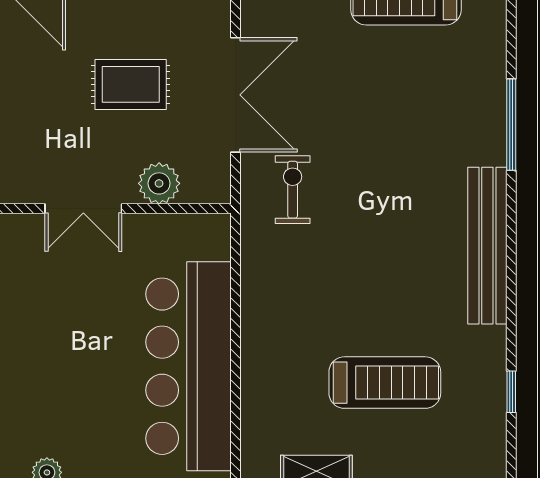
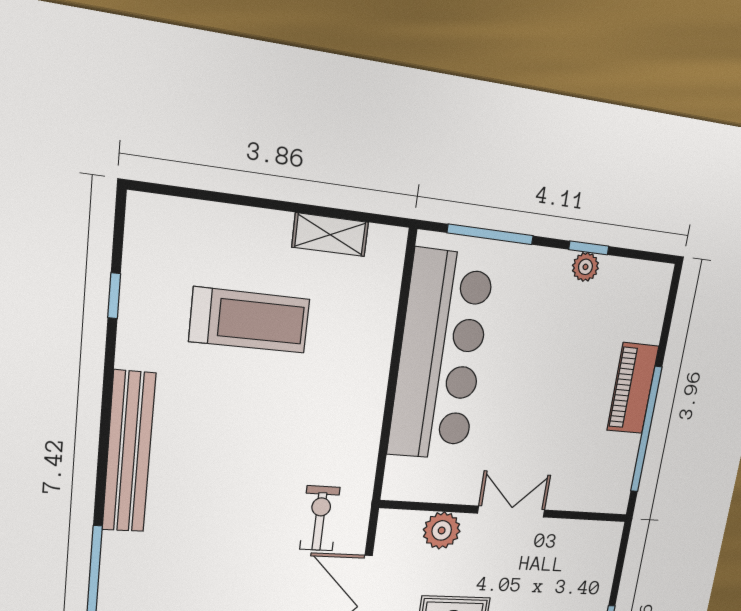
exercise bike: (293, 190) -> (320, 518), turned 180
treadmill: (385, 383) -> (250, 320), turned 180

